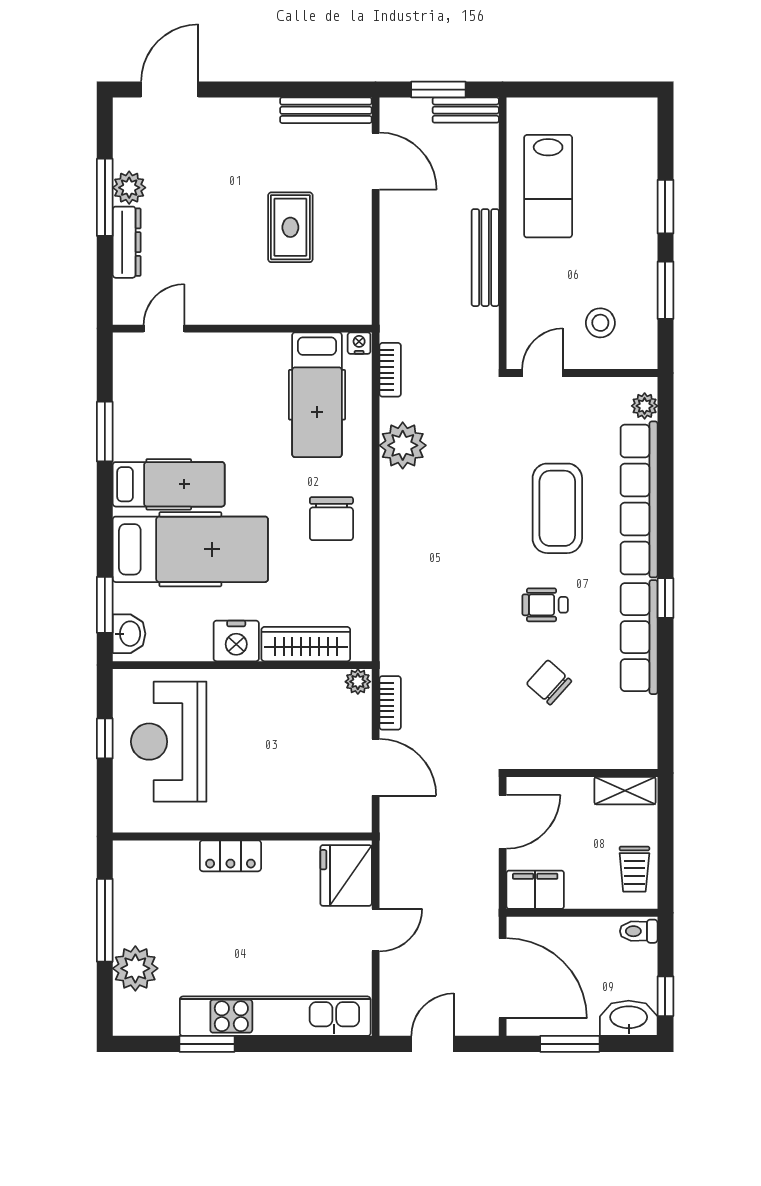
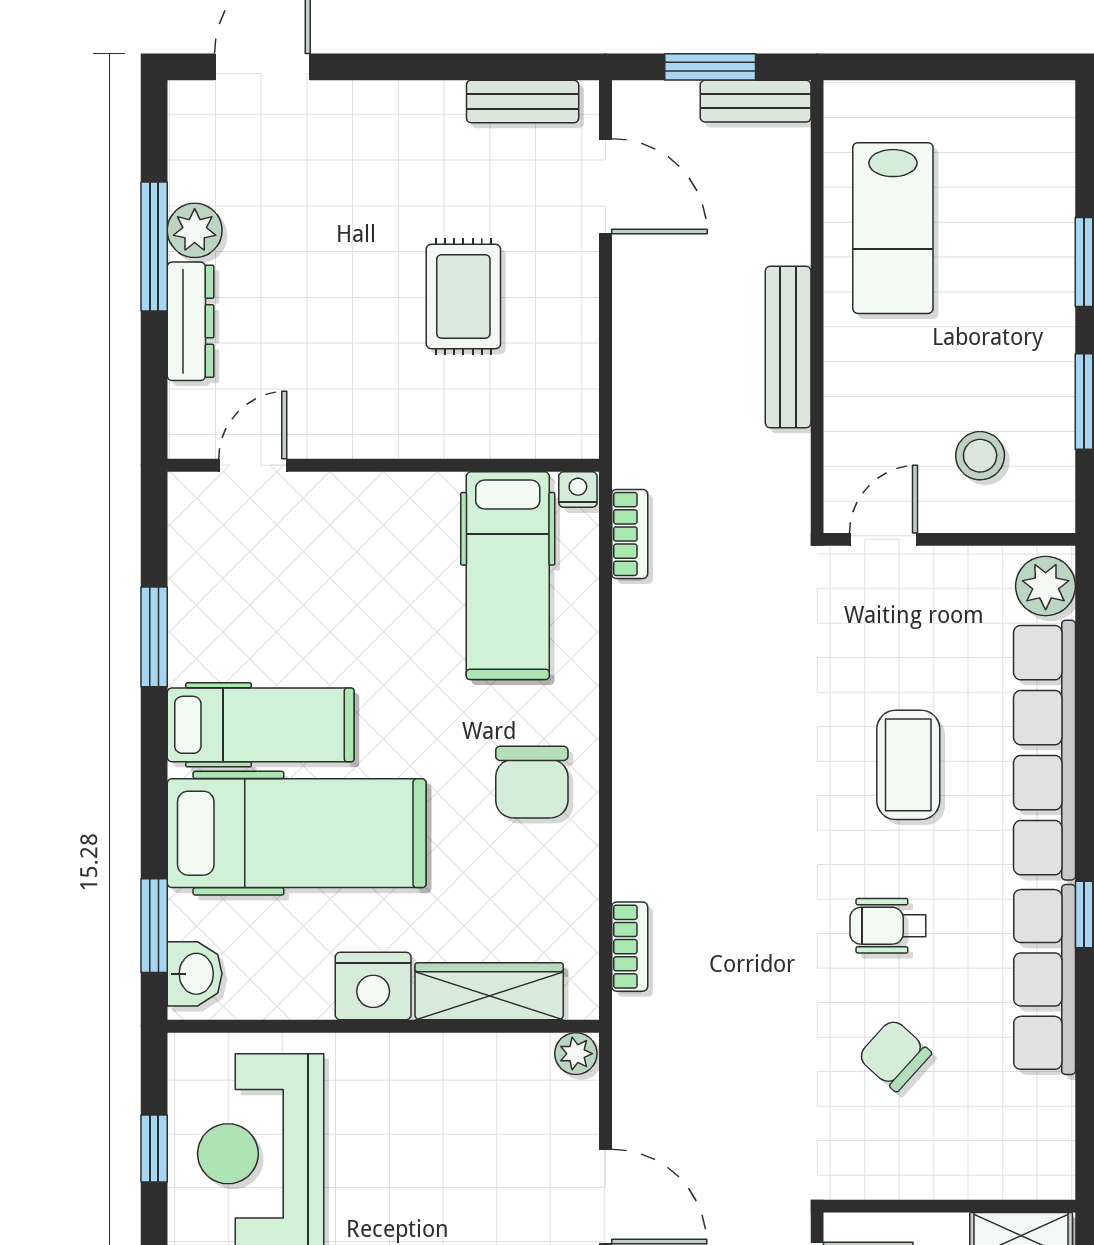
bench: (326, 110) -> (523, 101), width x0.73
plant: (645, 406) -> (1046, 586), width x1.38, depth x1.38
plant: (403, 445) -> (651, 660), removed
coffee table: (557, 508) -> (908, 765), width x0.73, depth x0.76
bookcase: (390, 703) -> (630, 947), moved

